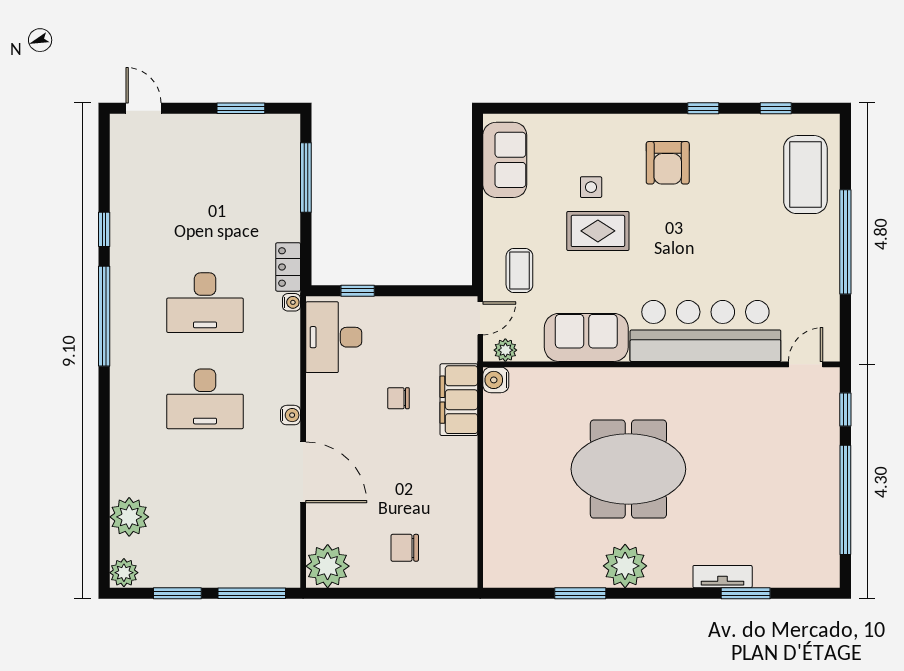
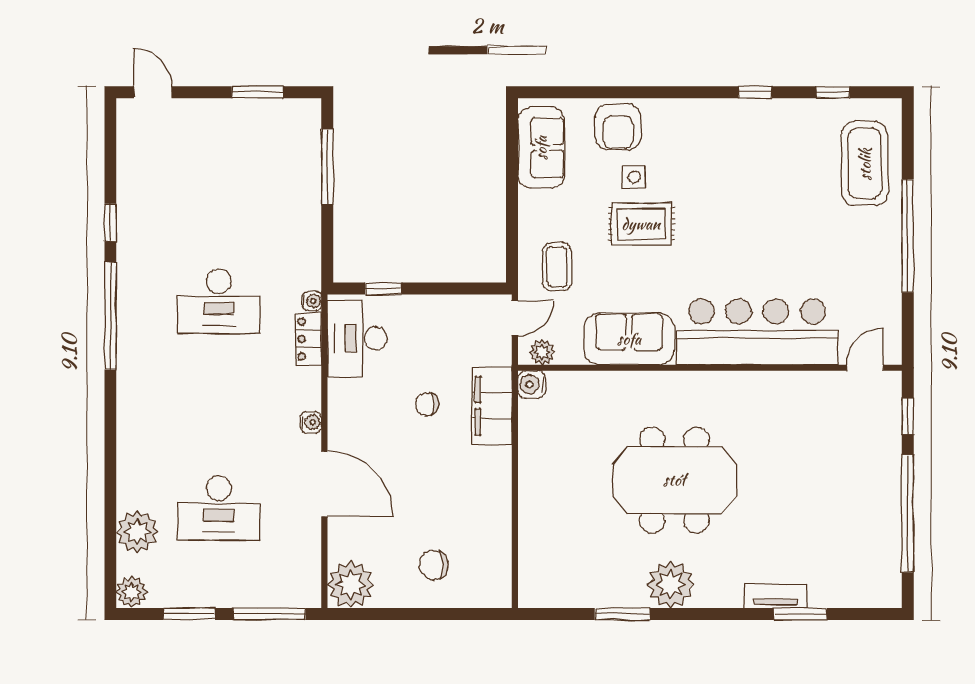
armchair: (668, 163) -> (618, 127), moved
locker: (288, 267) -> (308, 339), moved
desk: (205, 399) -> (219, 508), moved

